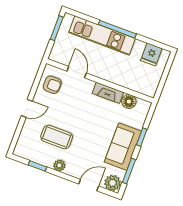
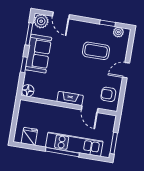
fireplace: (108, 93) -> (70, 98), moved
floor lamp: (129, 102) -> (28, 91), moved
plant: (59, 165) -> (118, 32), moved
door: (89, 185) -> (61, 15), hinge flipped

